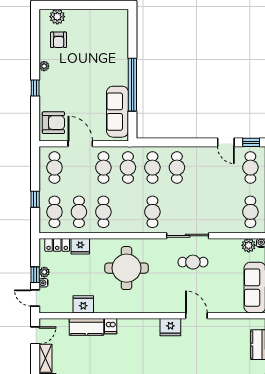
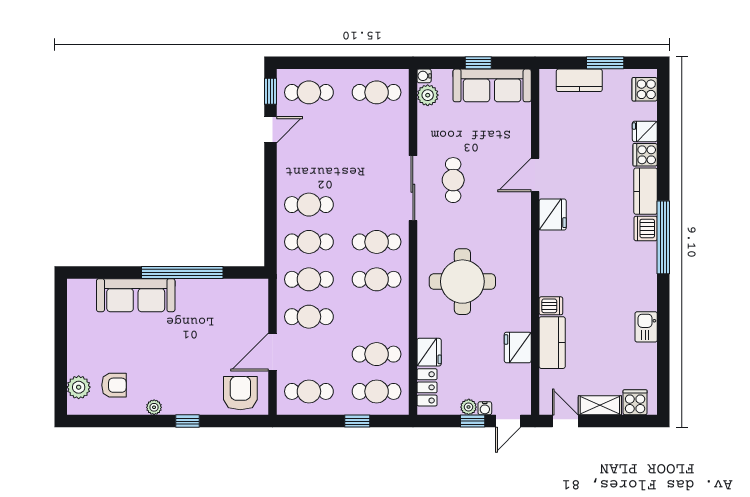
sofa: (118, 112) -> (136, 295), moved
cafe table: (103, 212) -> (377, 279), moved

